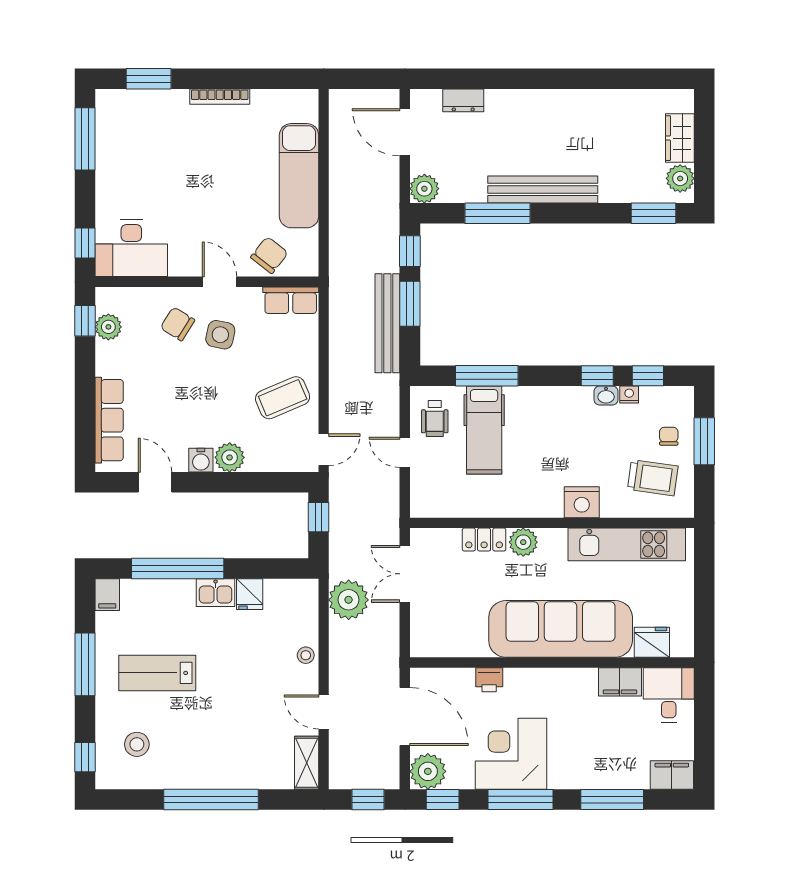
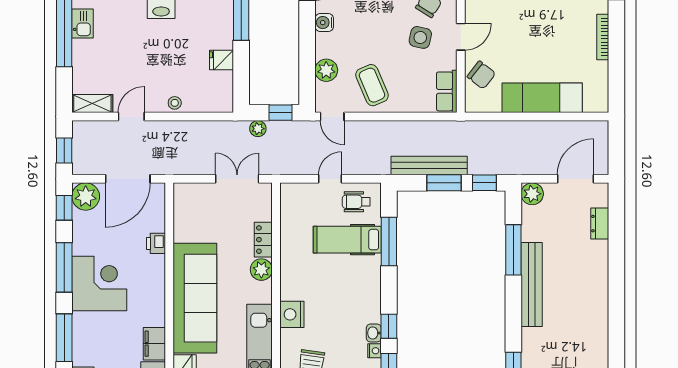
plant: (230, 457) -> (326, 70), moved
kitchen sink: (216, 593) -> (83, 24), moved, turned 180
plant: (349, 600) -> (258, 129), moved, width x0.53, depth x0.53
corner desk: (511, 754) -> (99, 284), moved

